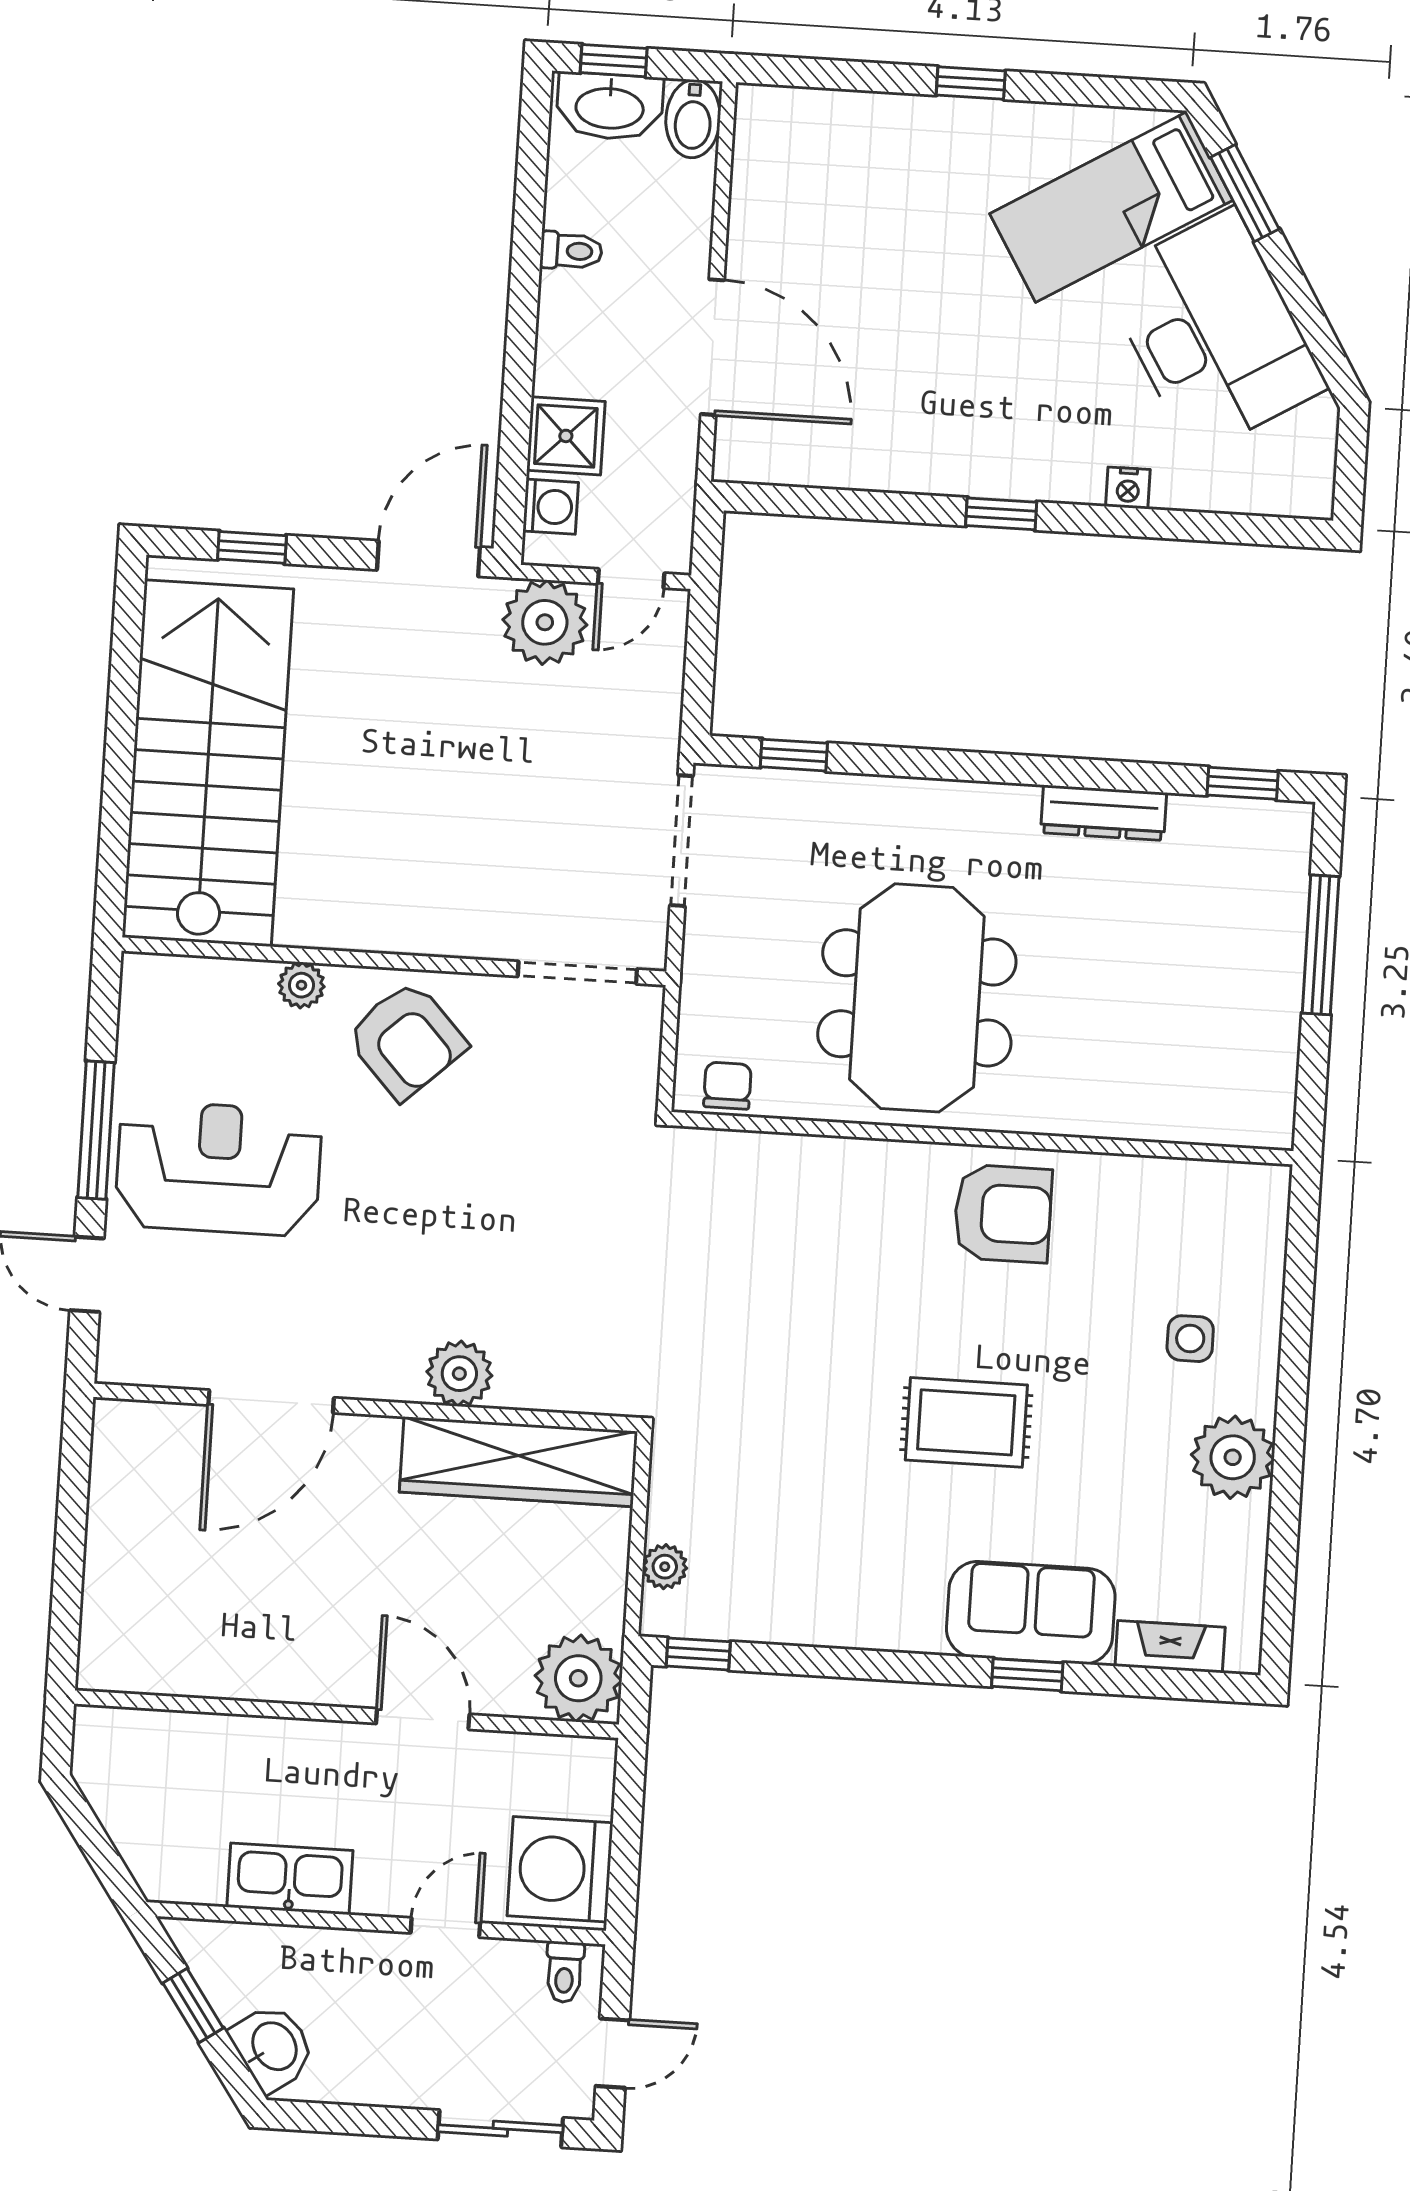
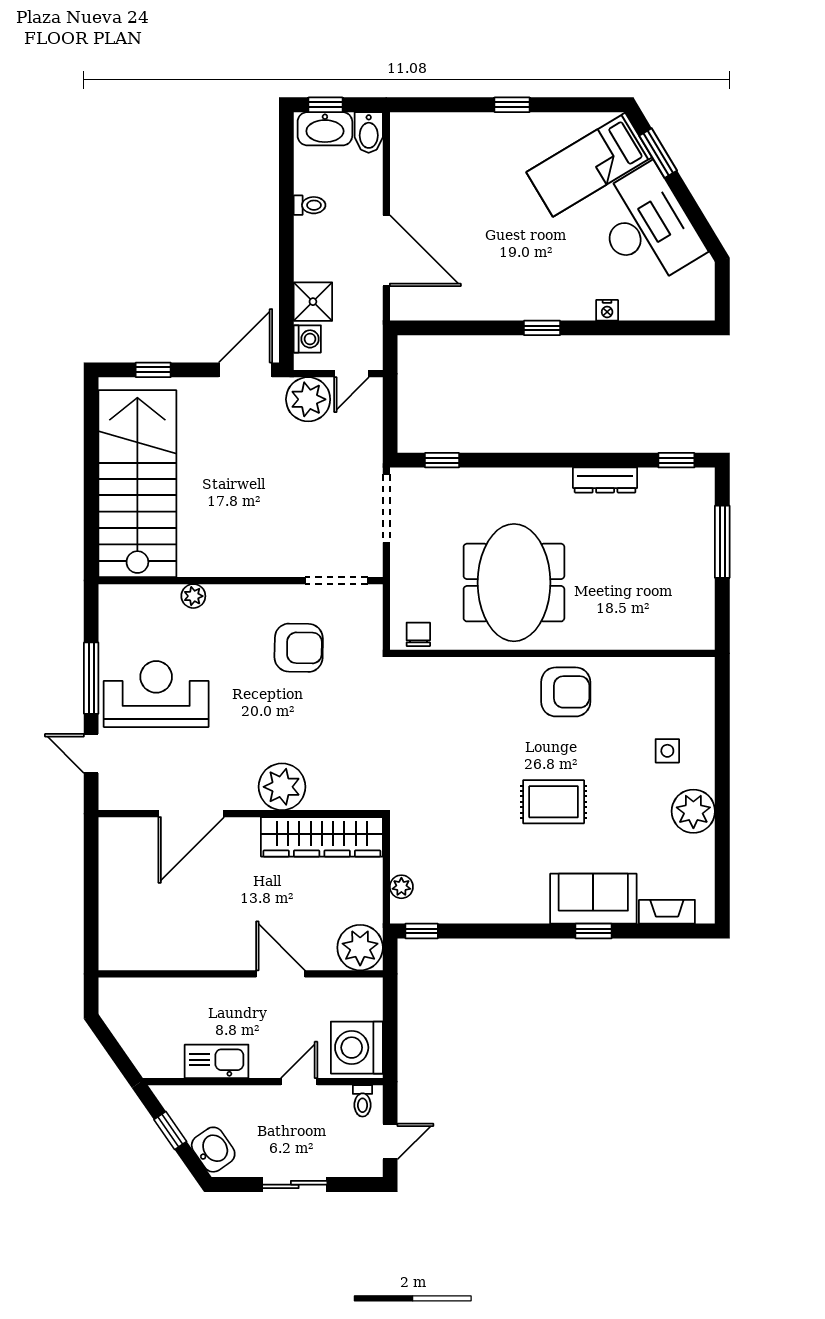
armchair: (406, 1040) -> (299, 648), moved, turned -46
plant: (459, 1374) -> (282, 787), width x1.36, depth x1.36
sliding door: (500, 2129) -> (295, 1185), moved

